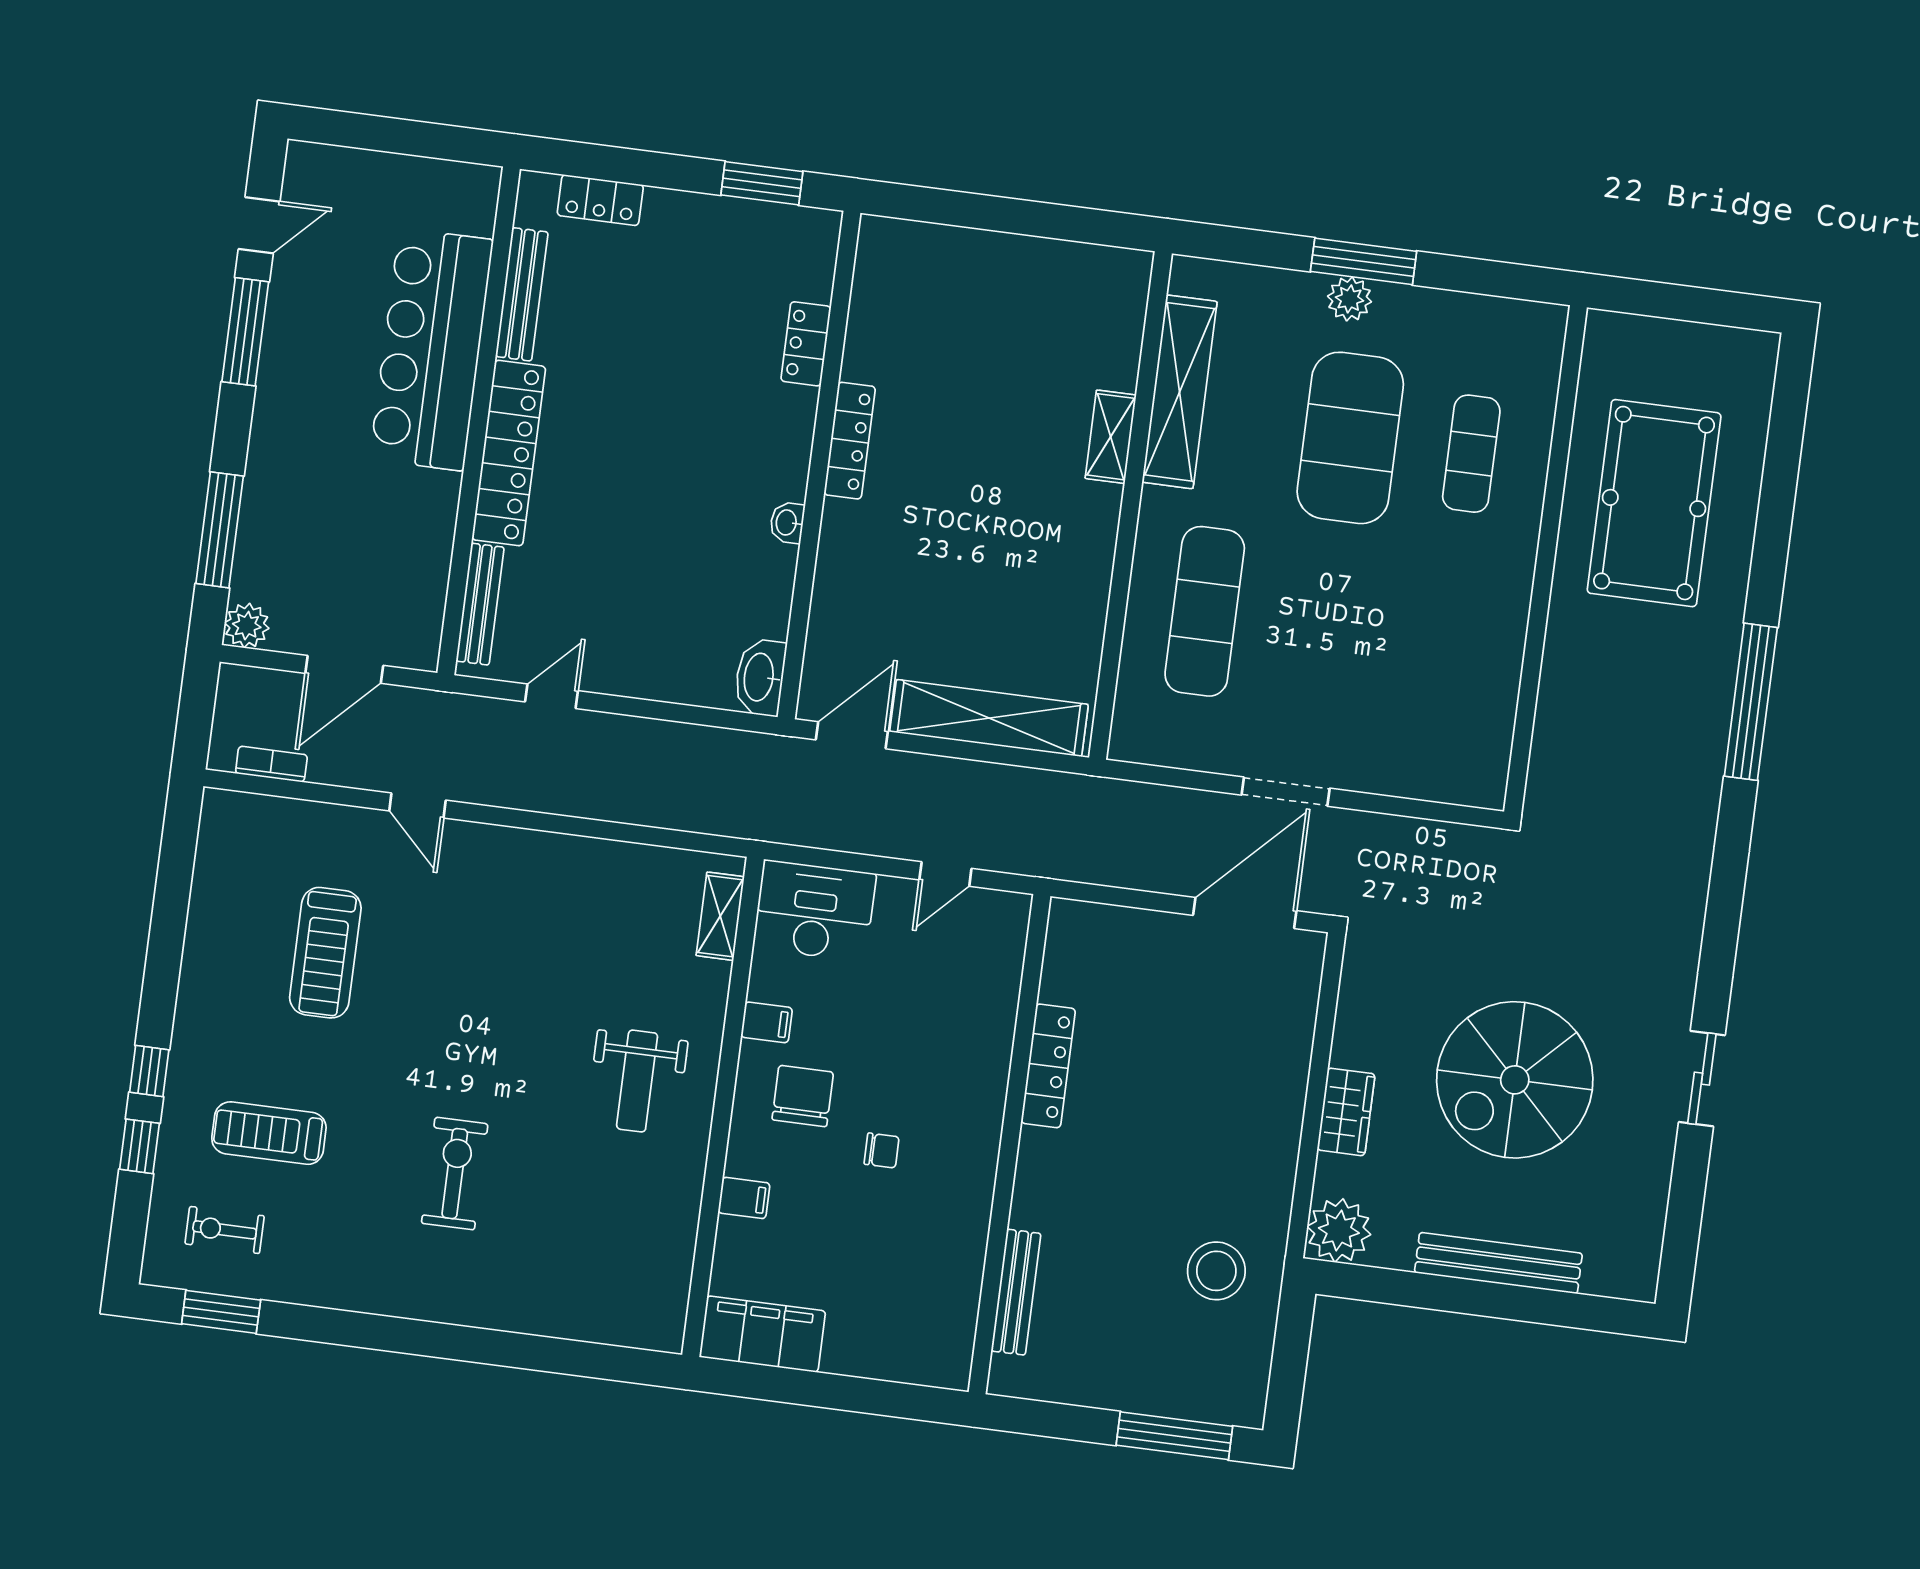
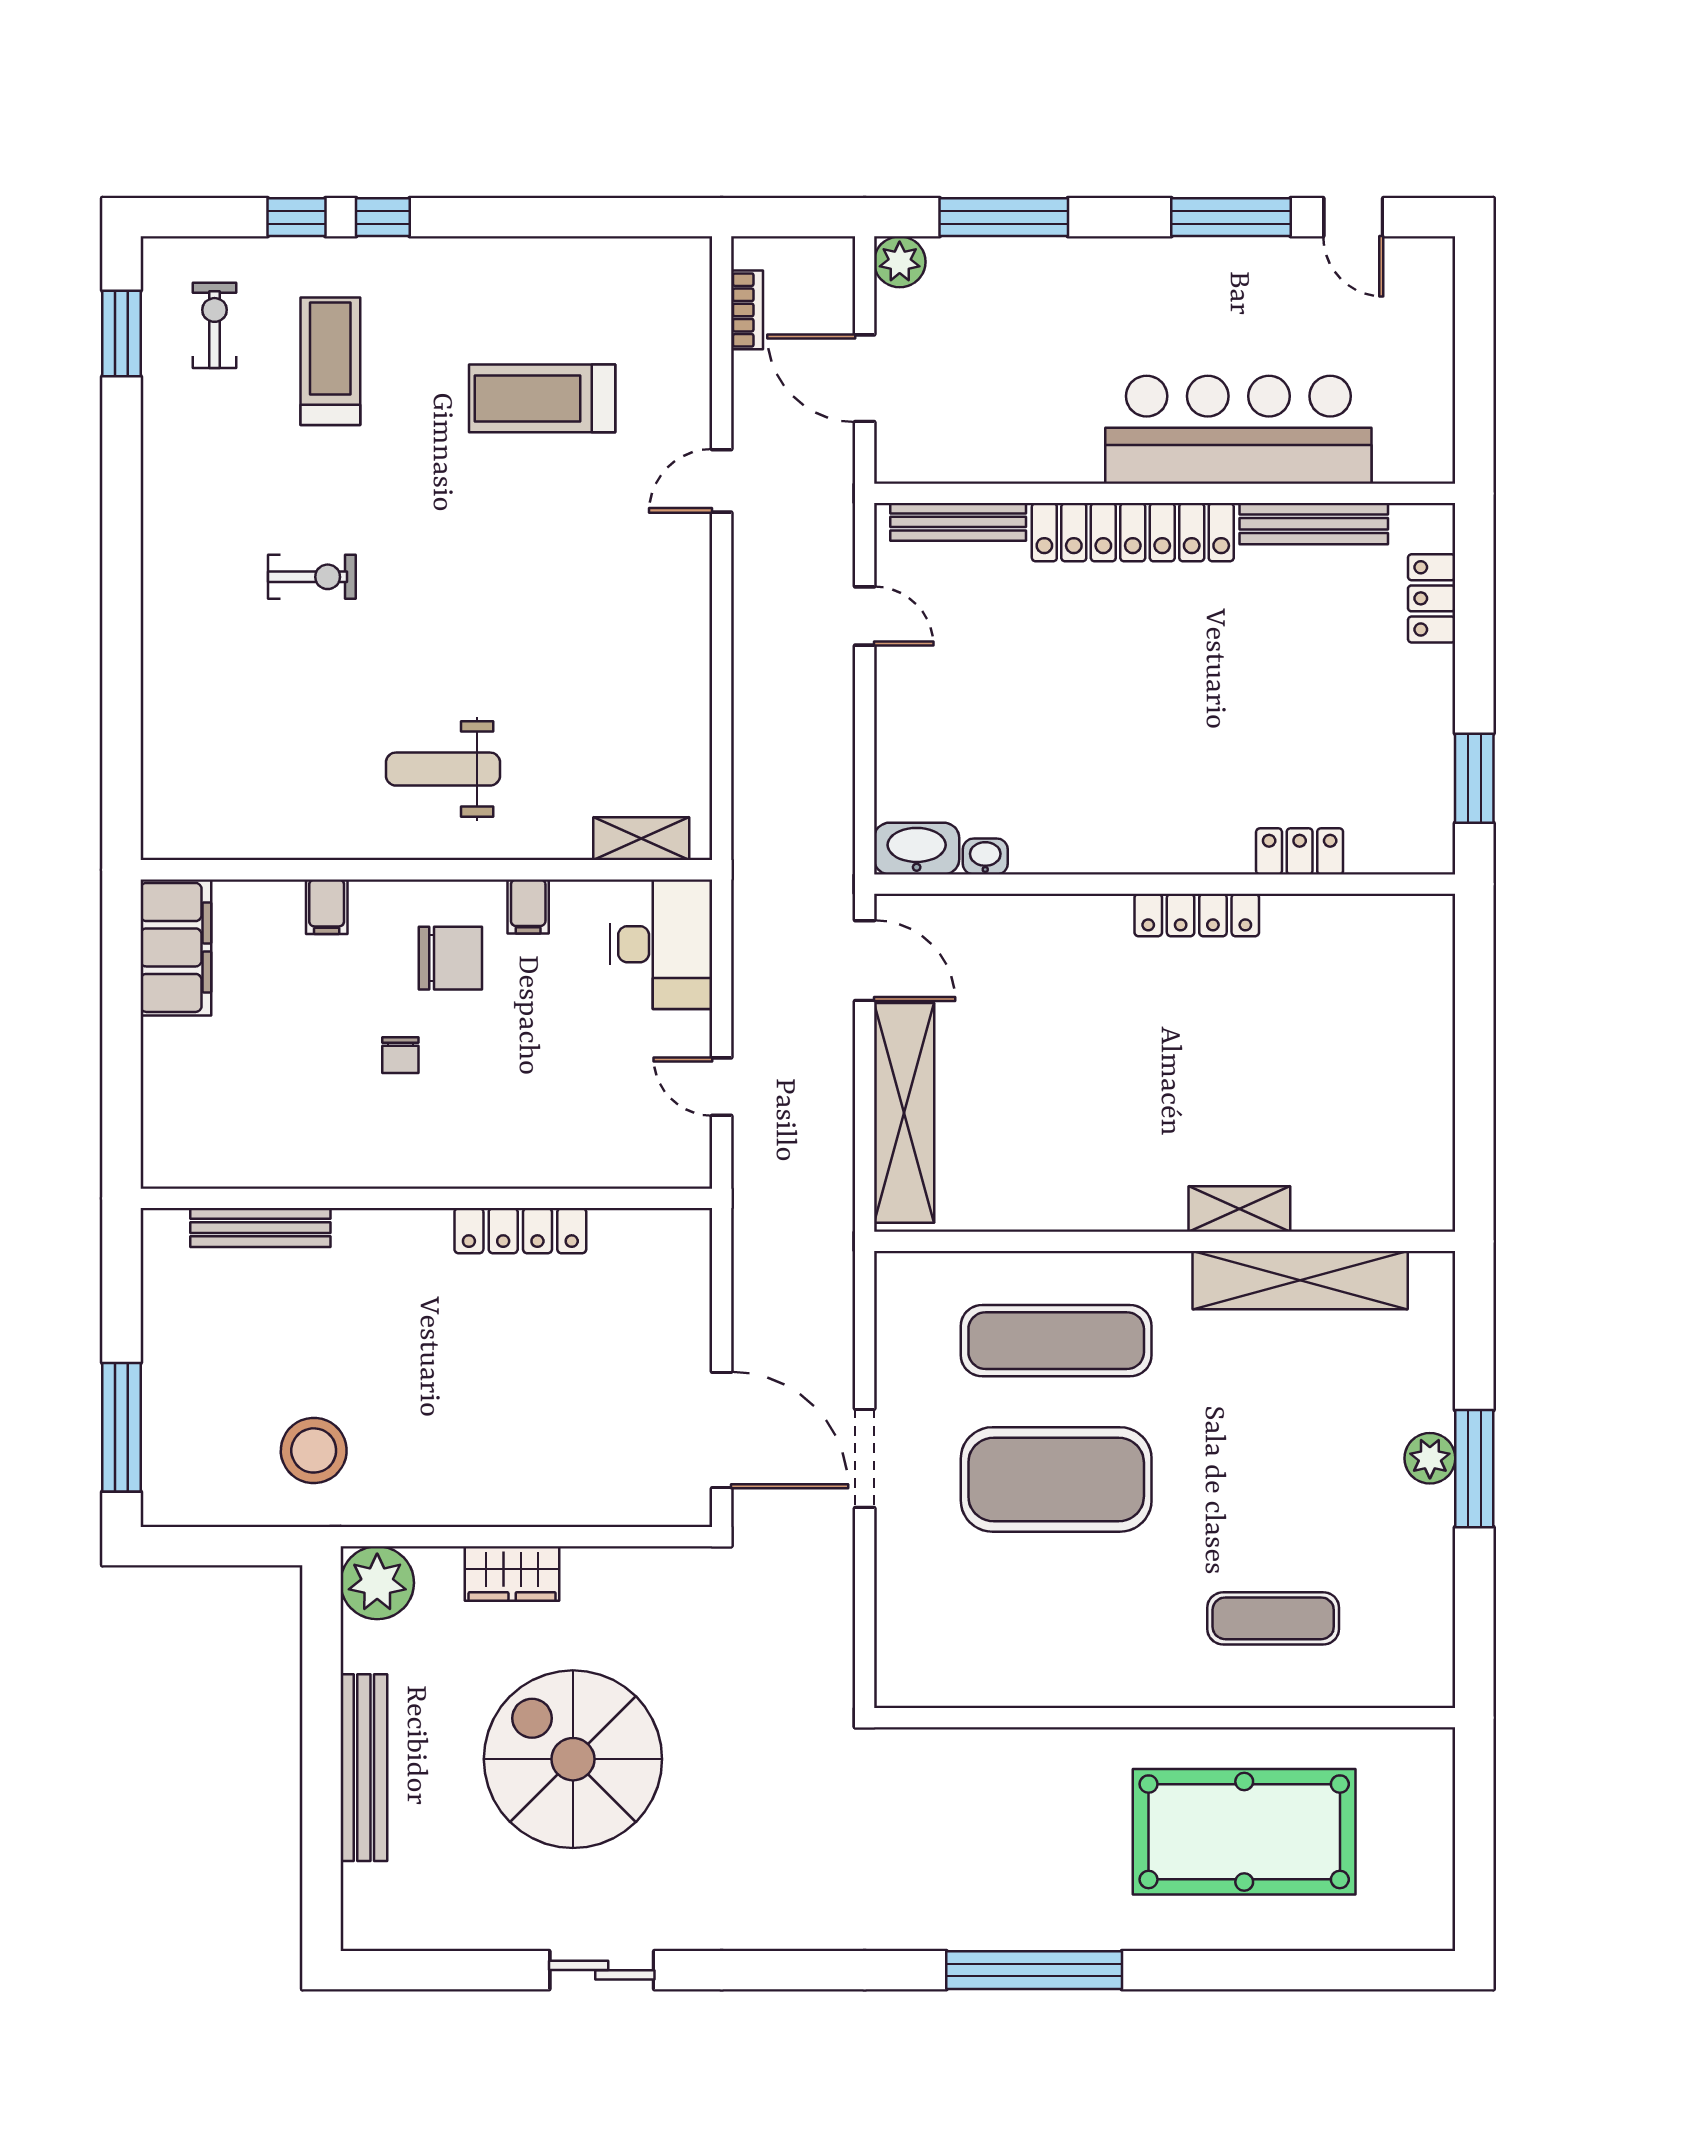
exercise mat: (1350, 438) -> (1056, 1479), moved
washbasin: (787, 523) -> (985, 856), moved
exercise bike: (455, 1174) -> (312, 577), width x0.73, depth x0.72

